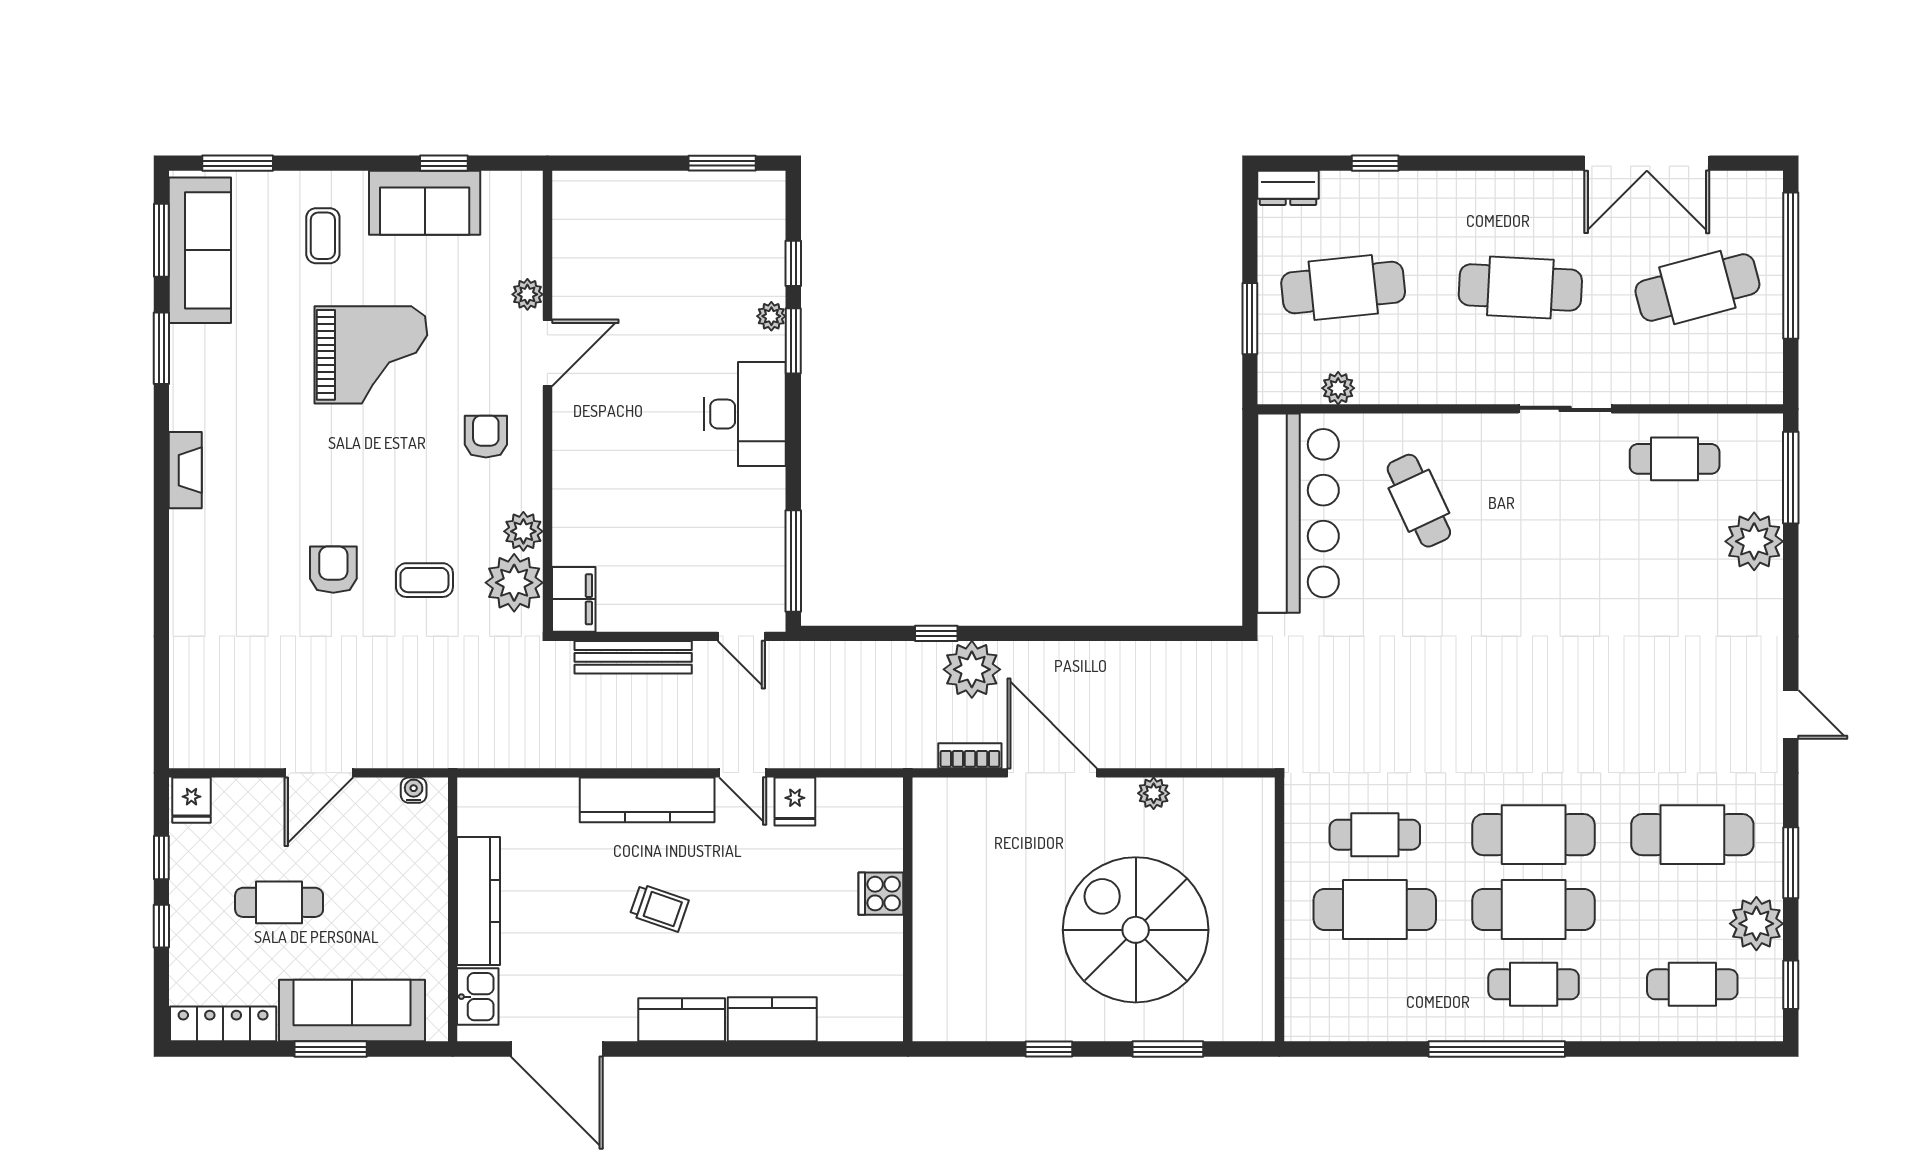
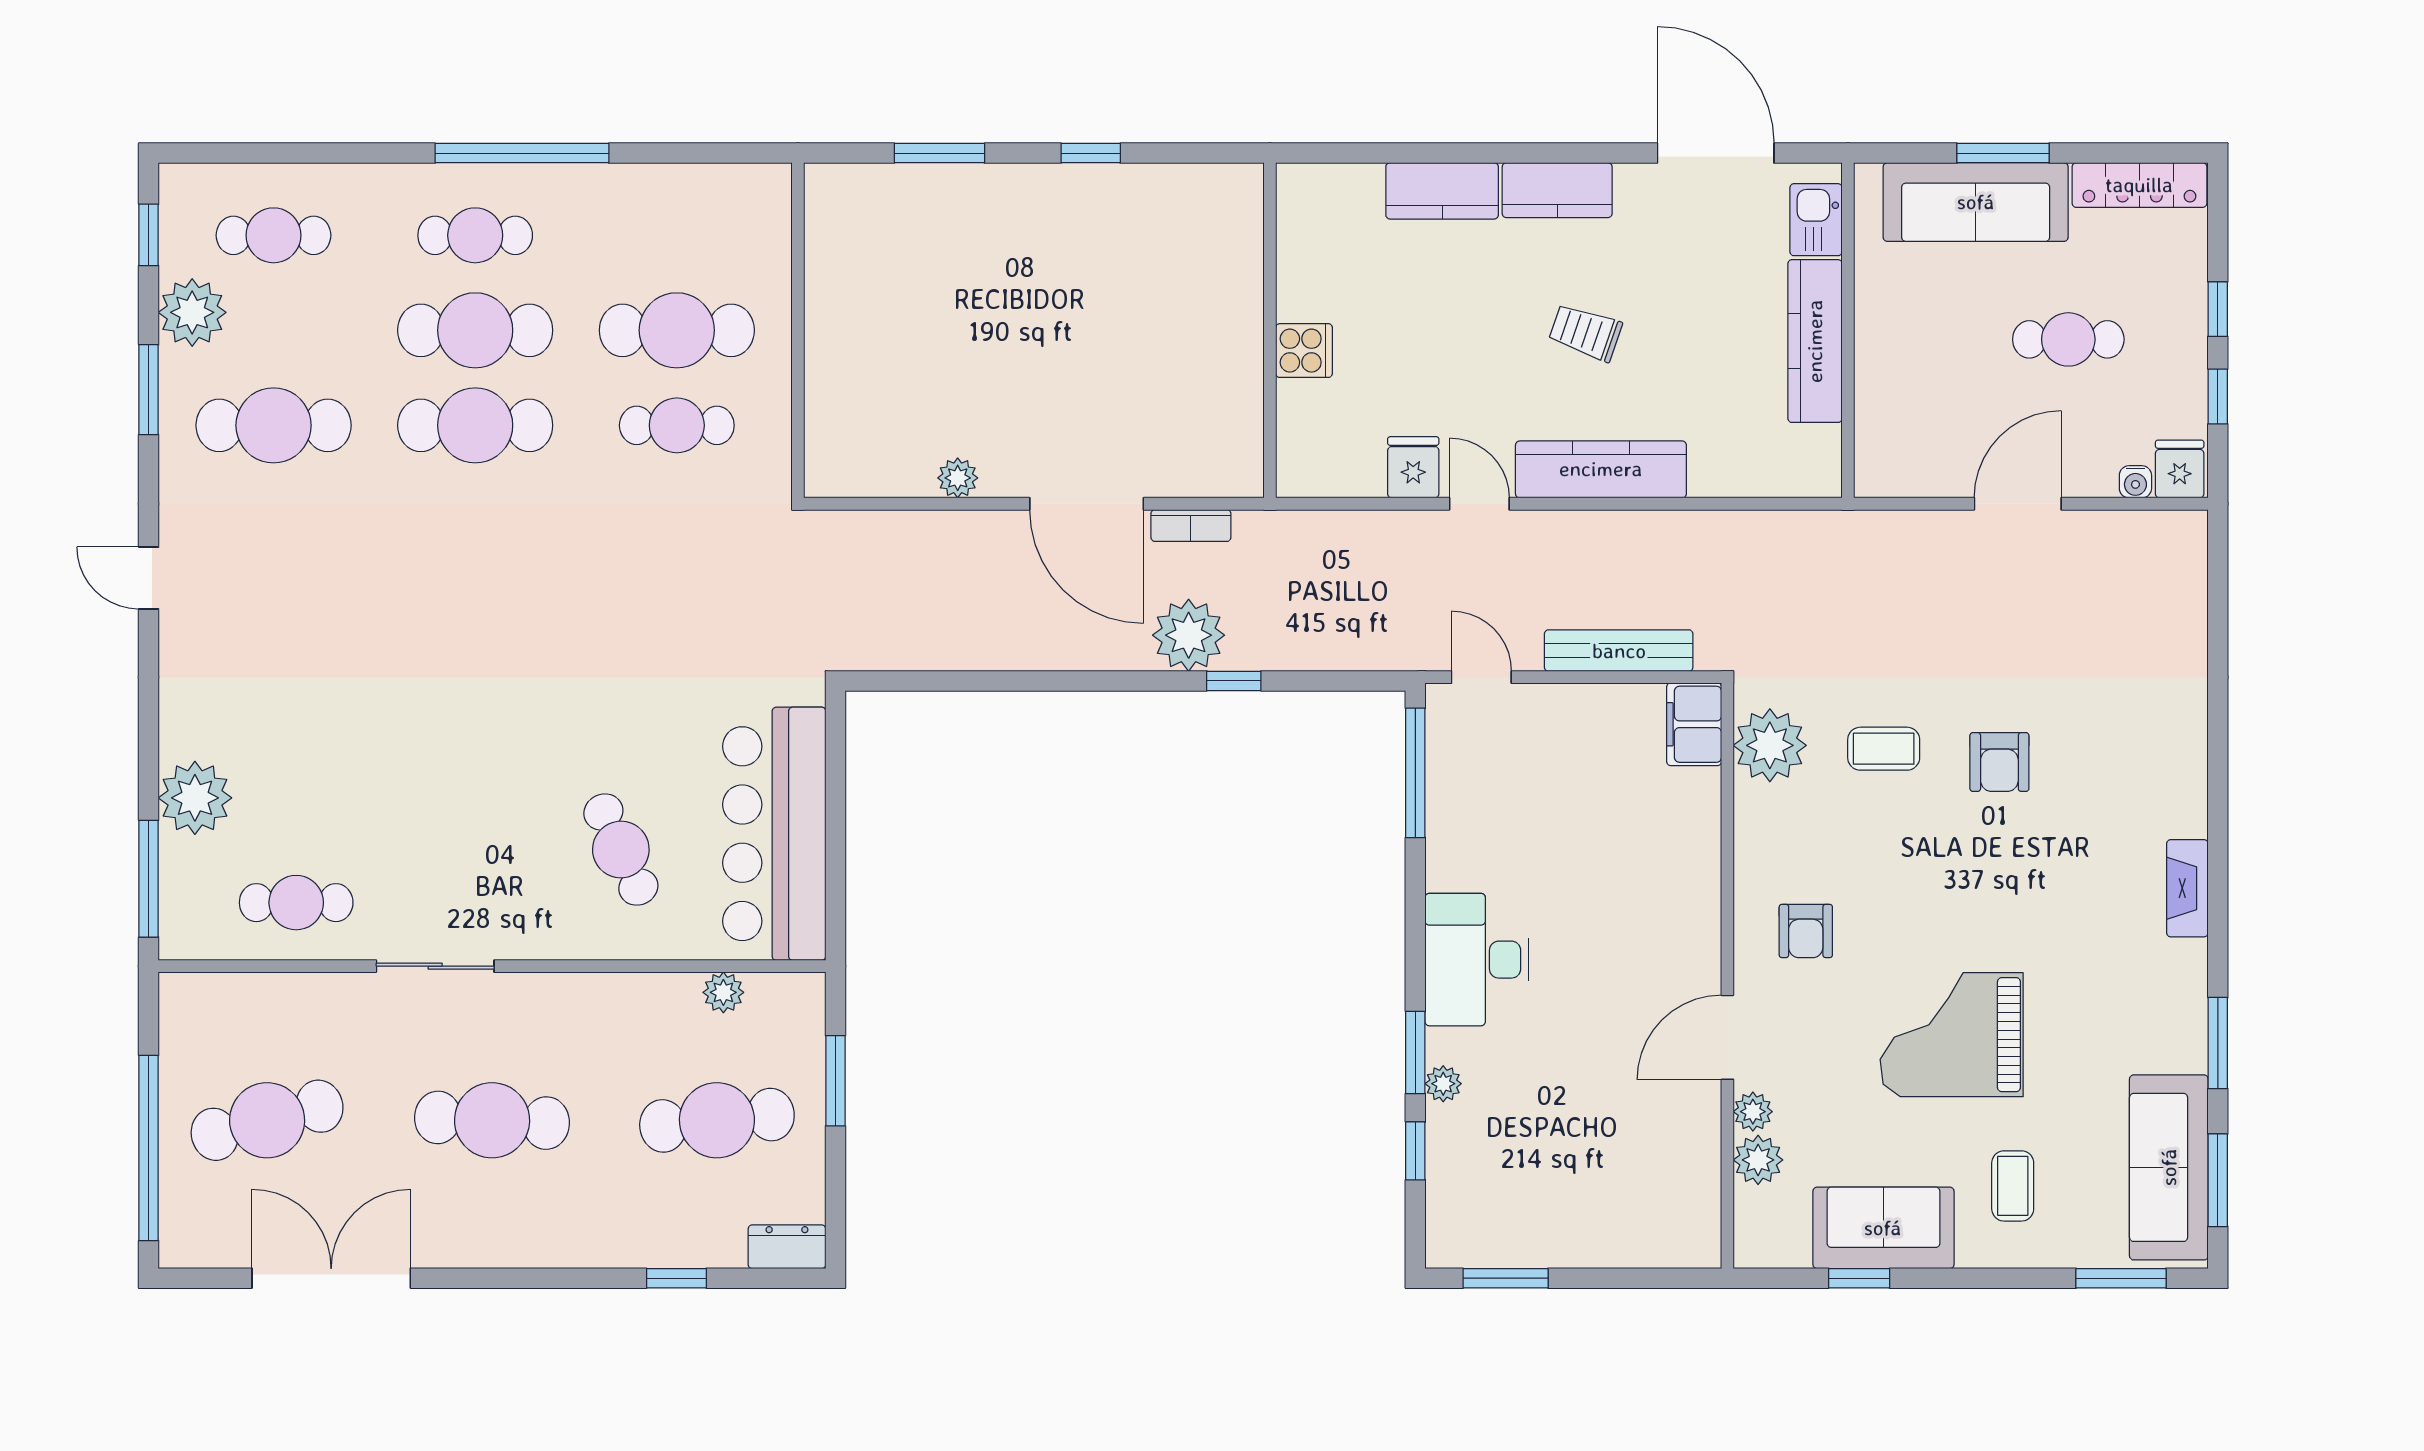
plant: (523, 531) -> (1758, 1160), moved
water cooler: (414, 790) -> (2135, 482), moved
spiral stairs: (1136, 930) -> (980, 305), removed

